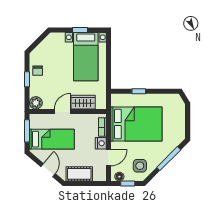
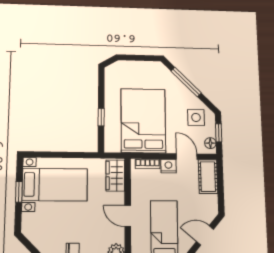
wardrobe: (83, 102) -> (115, 176), moved
cot: (79, 174) -> (208, 177), moved

